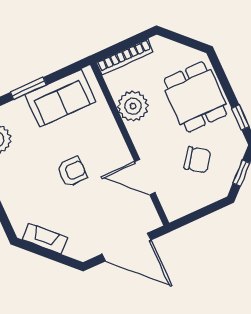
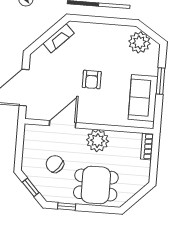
bookcase: (125, 57) -> (147, 146), width x0.64
plant: (133, 106) -> (98, 141), moved
chair: (198, 160) -> (55, 164), turned 92

